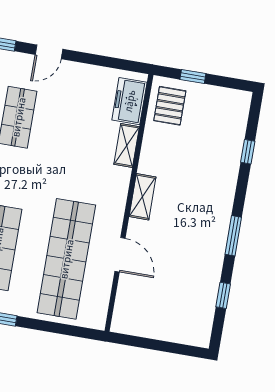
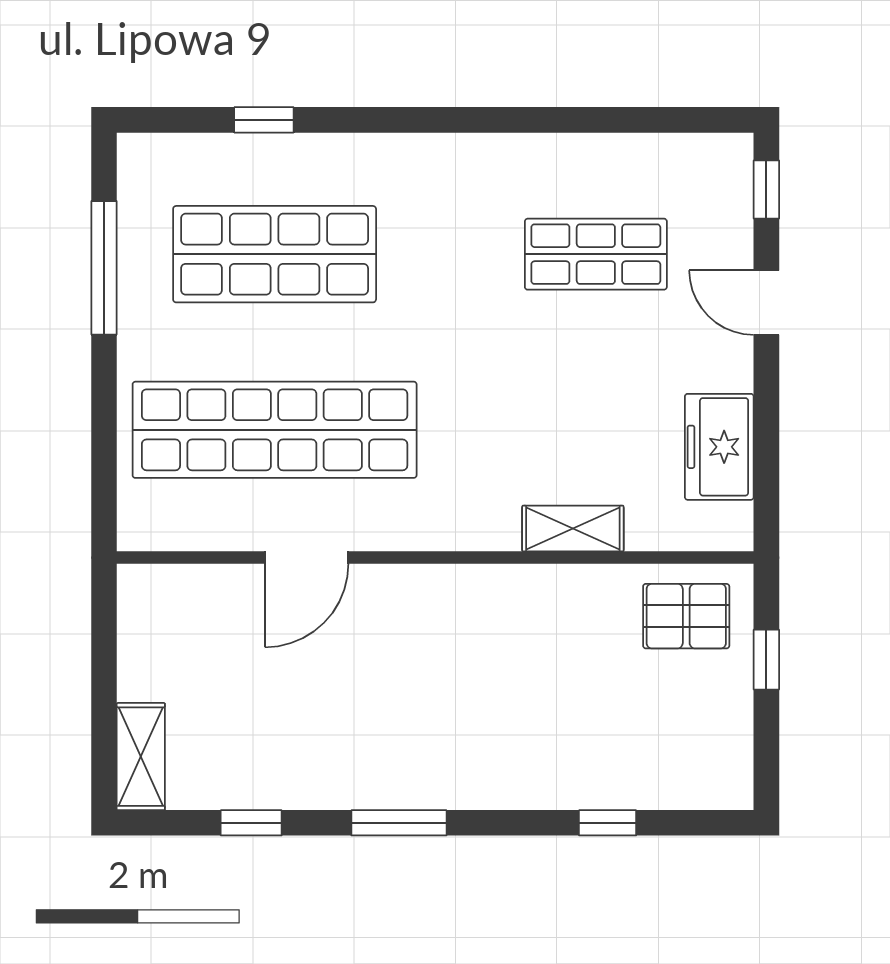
freezer: (129, 101) -> (719, 447), moved, turned -90
shelving: (142, 197) -> (141, 757), moved, turned 90

